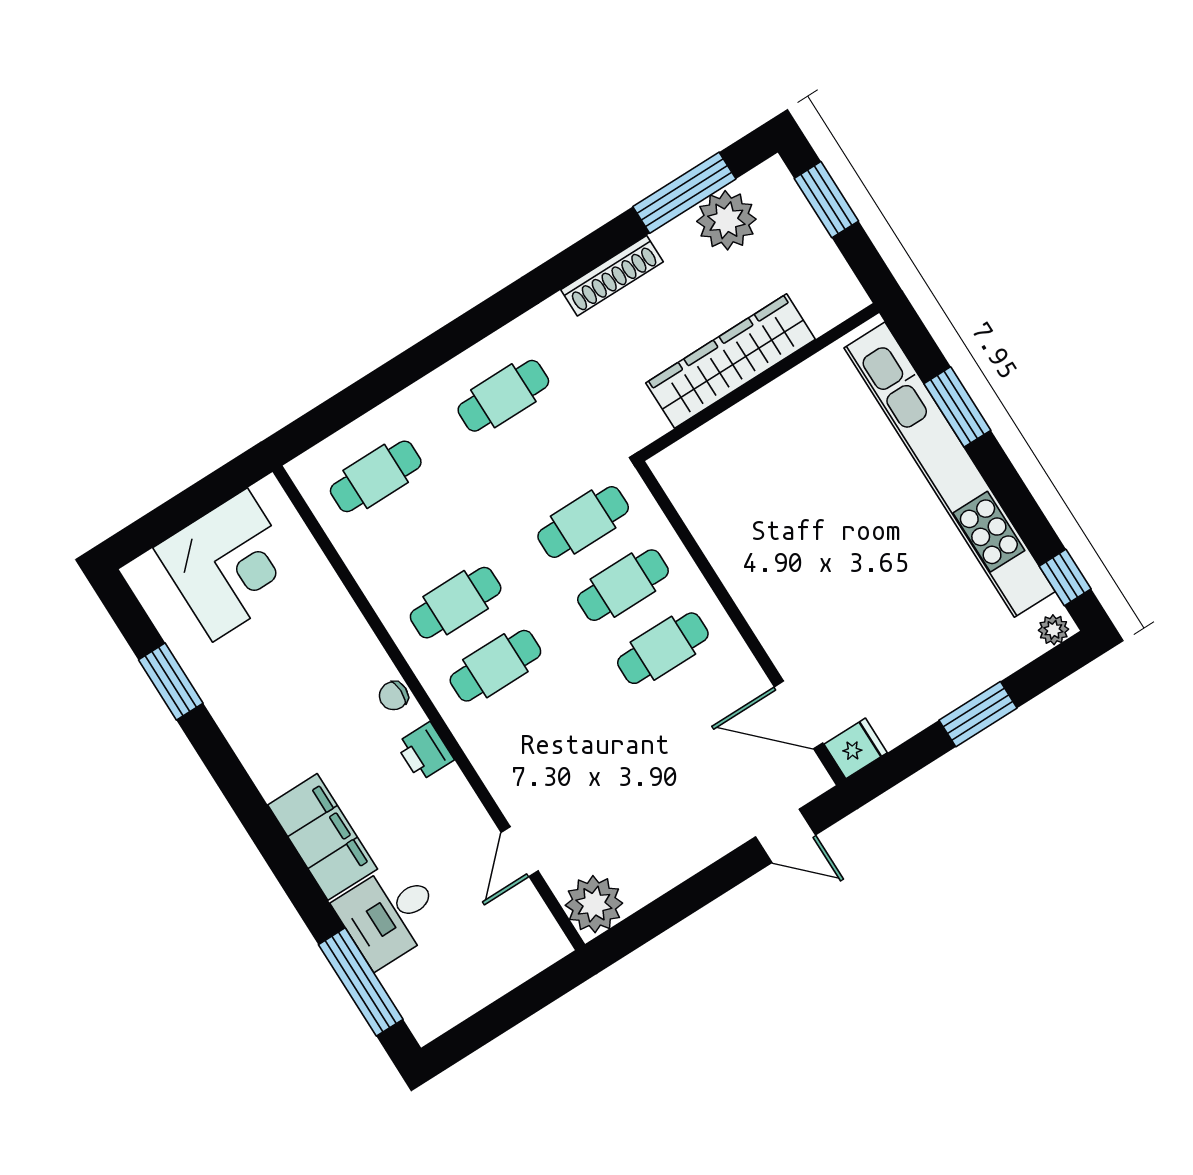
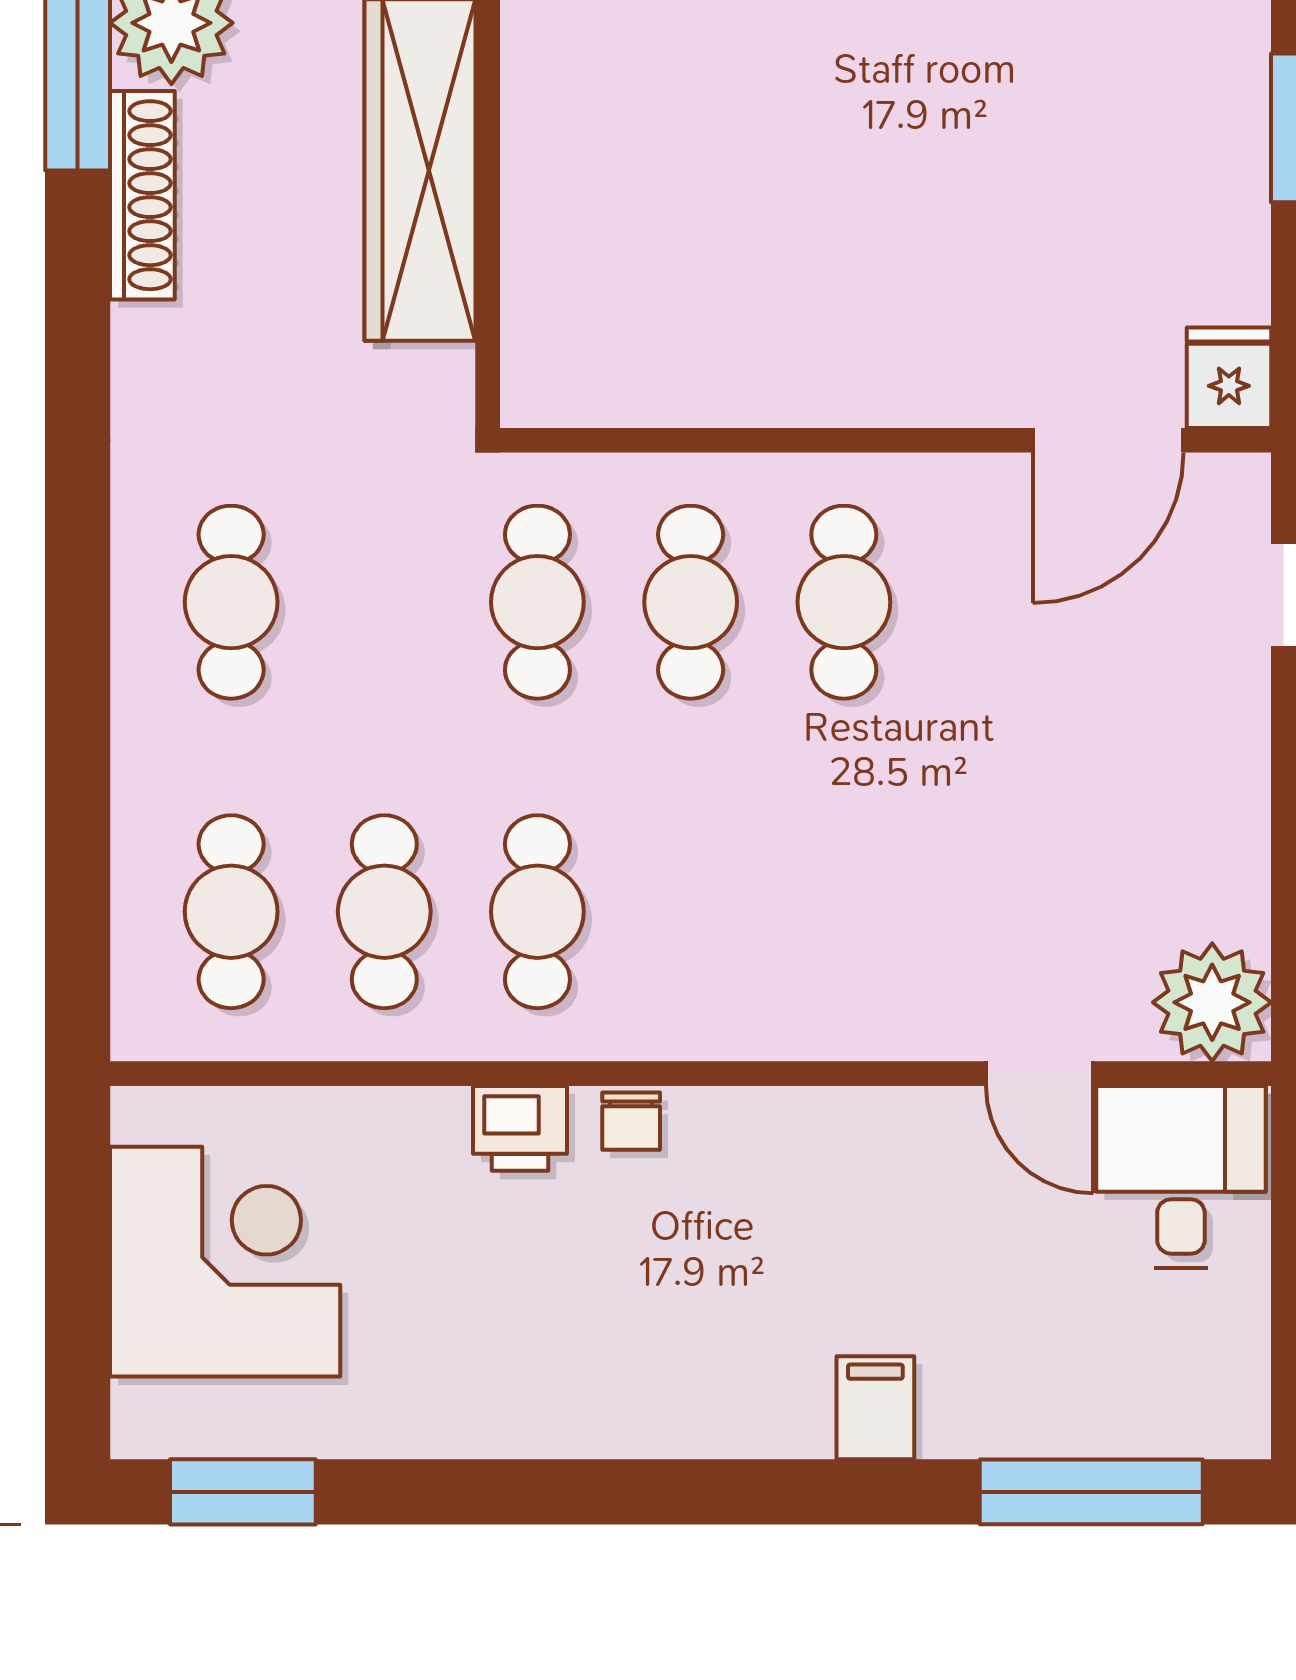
shoe rack: (612, 276) -> (142, 195), moved
cafe table: (495, 666) -> (384, 912), moved
window: (171, 682) -> (243, 1492), moved
printer: (425, 752) -> (520, 1128), moved
filing cabinet: (323, 837) -> (875, 1408), width x0.33, depth x0.86
desk: (389, 914) -> (1181, 1177), moved, turned 180

